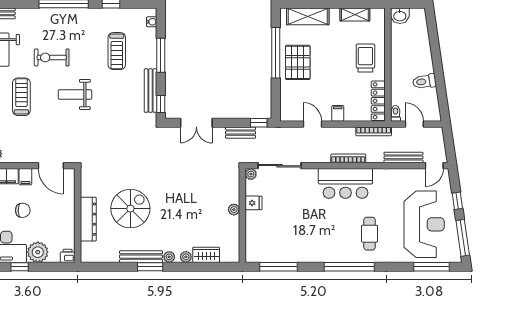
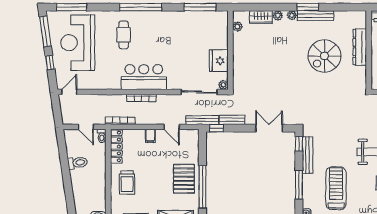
treadmill: (117, 51) -> (336, 188), width x1.37, depth x1.38
bench: (403, 157) -> (202, 120), moved
fridge: (253, 203) -> (219, 61), width x1.88, depth x1.34
plant: (234, 210) -> (238, 27), moved

